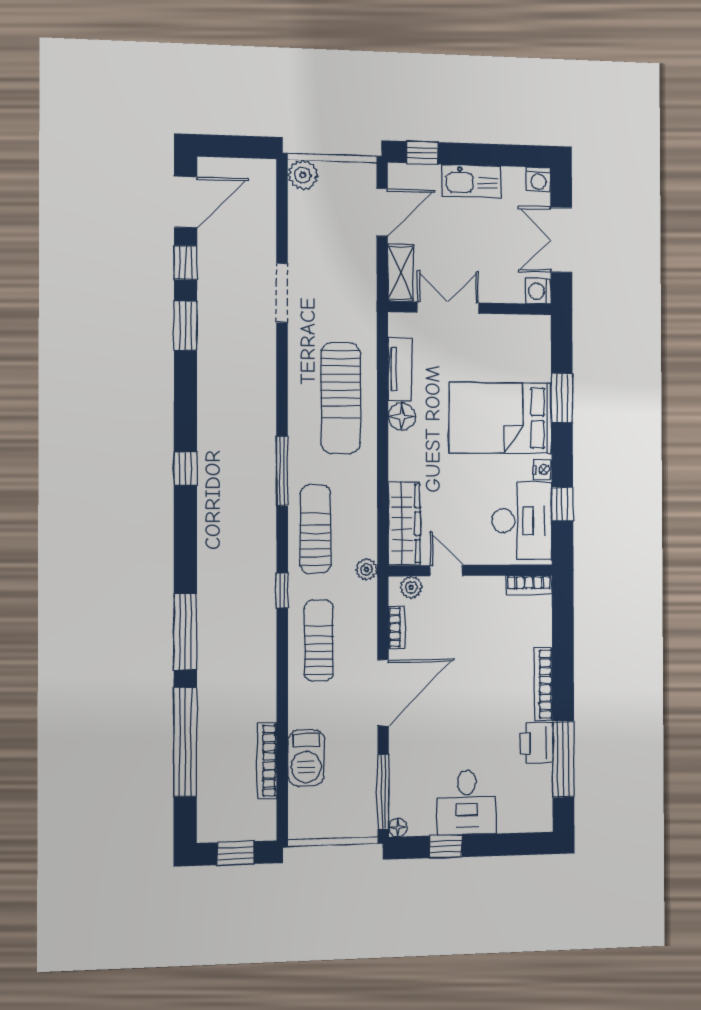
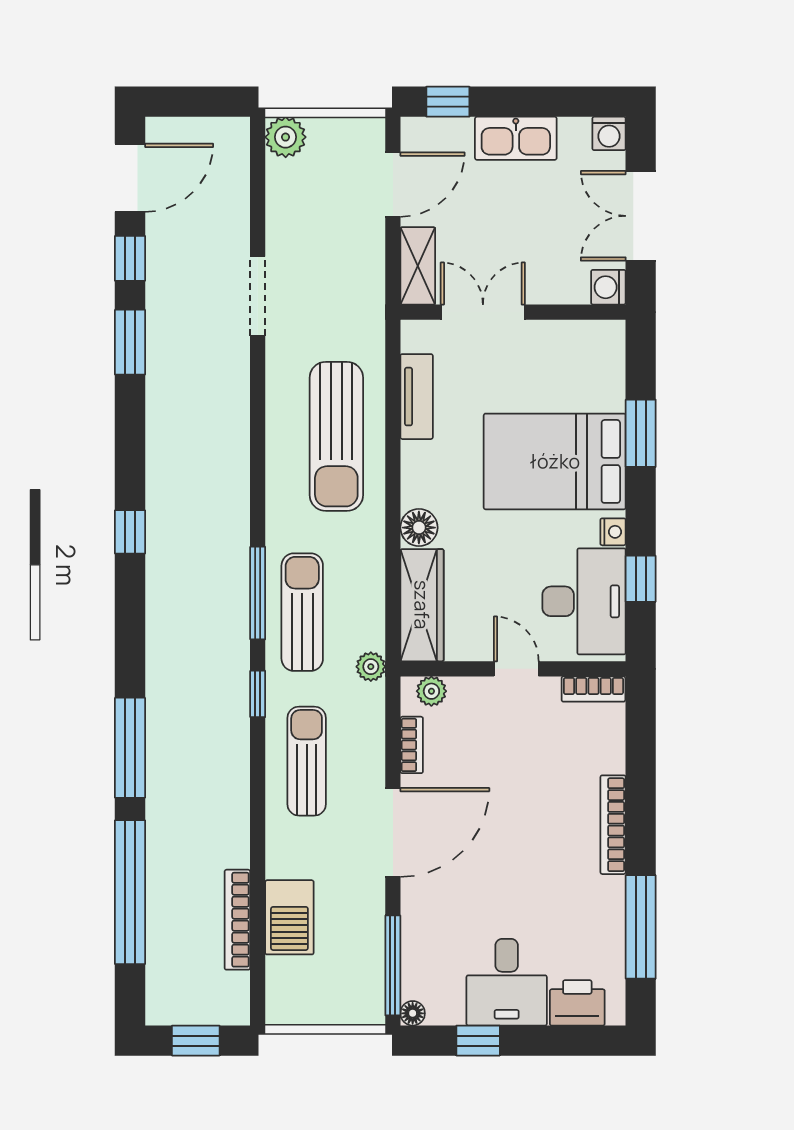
floor lamp: (402, 417) -> (419, 528), moved
window: (282, 471) -> (258, 593), moved
door: (446, 571) -> (516, 669), moved
printer: (536, 743) -> (577, 1003), moved, turned 90

